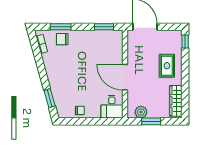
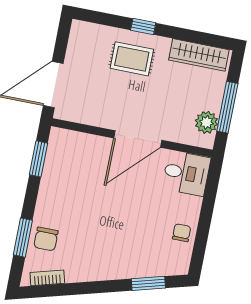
window: (185, 41) -> (143, 26), moved
window: (151, 121) -> (227, 107), width x1.44

